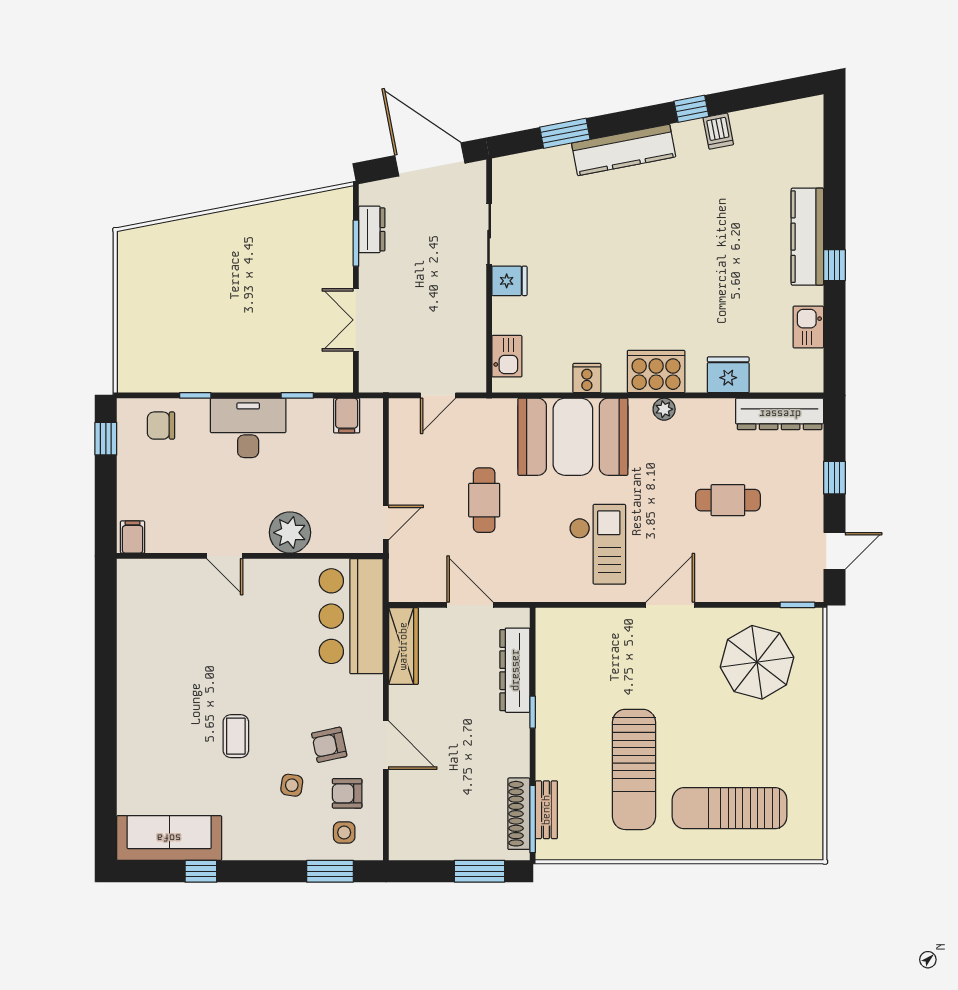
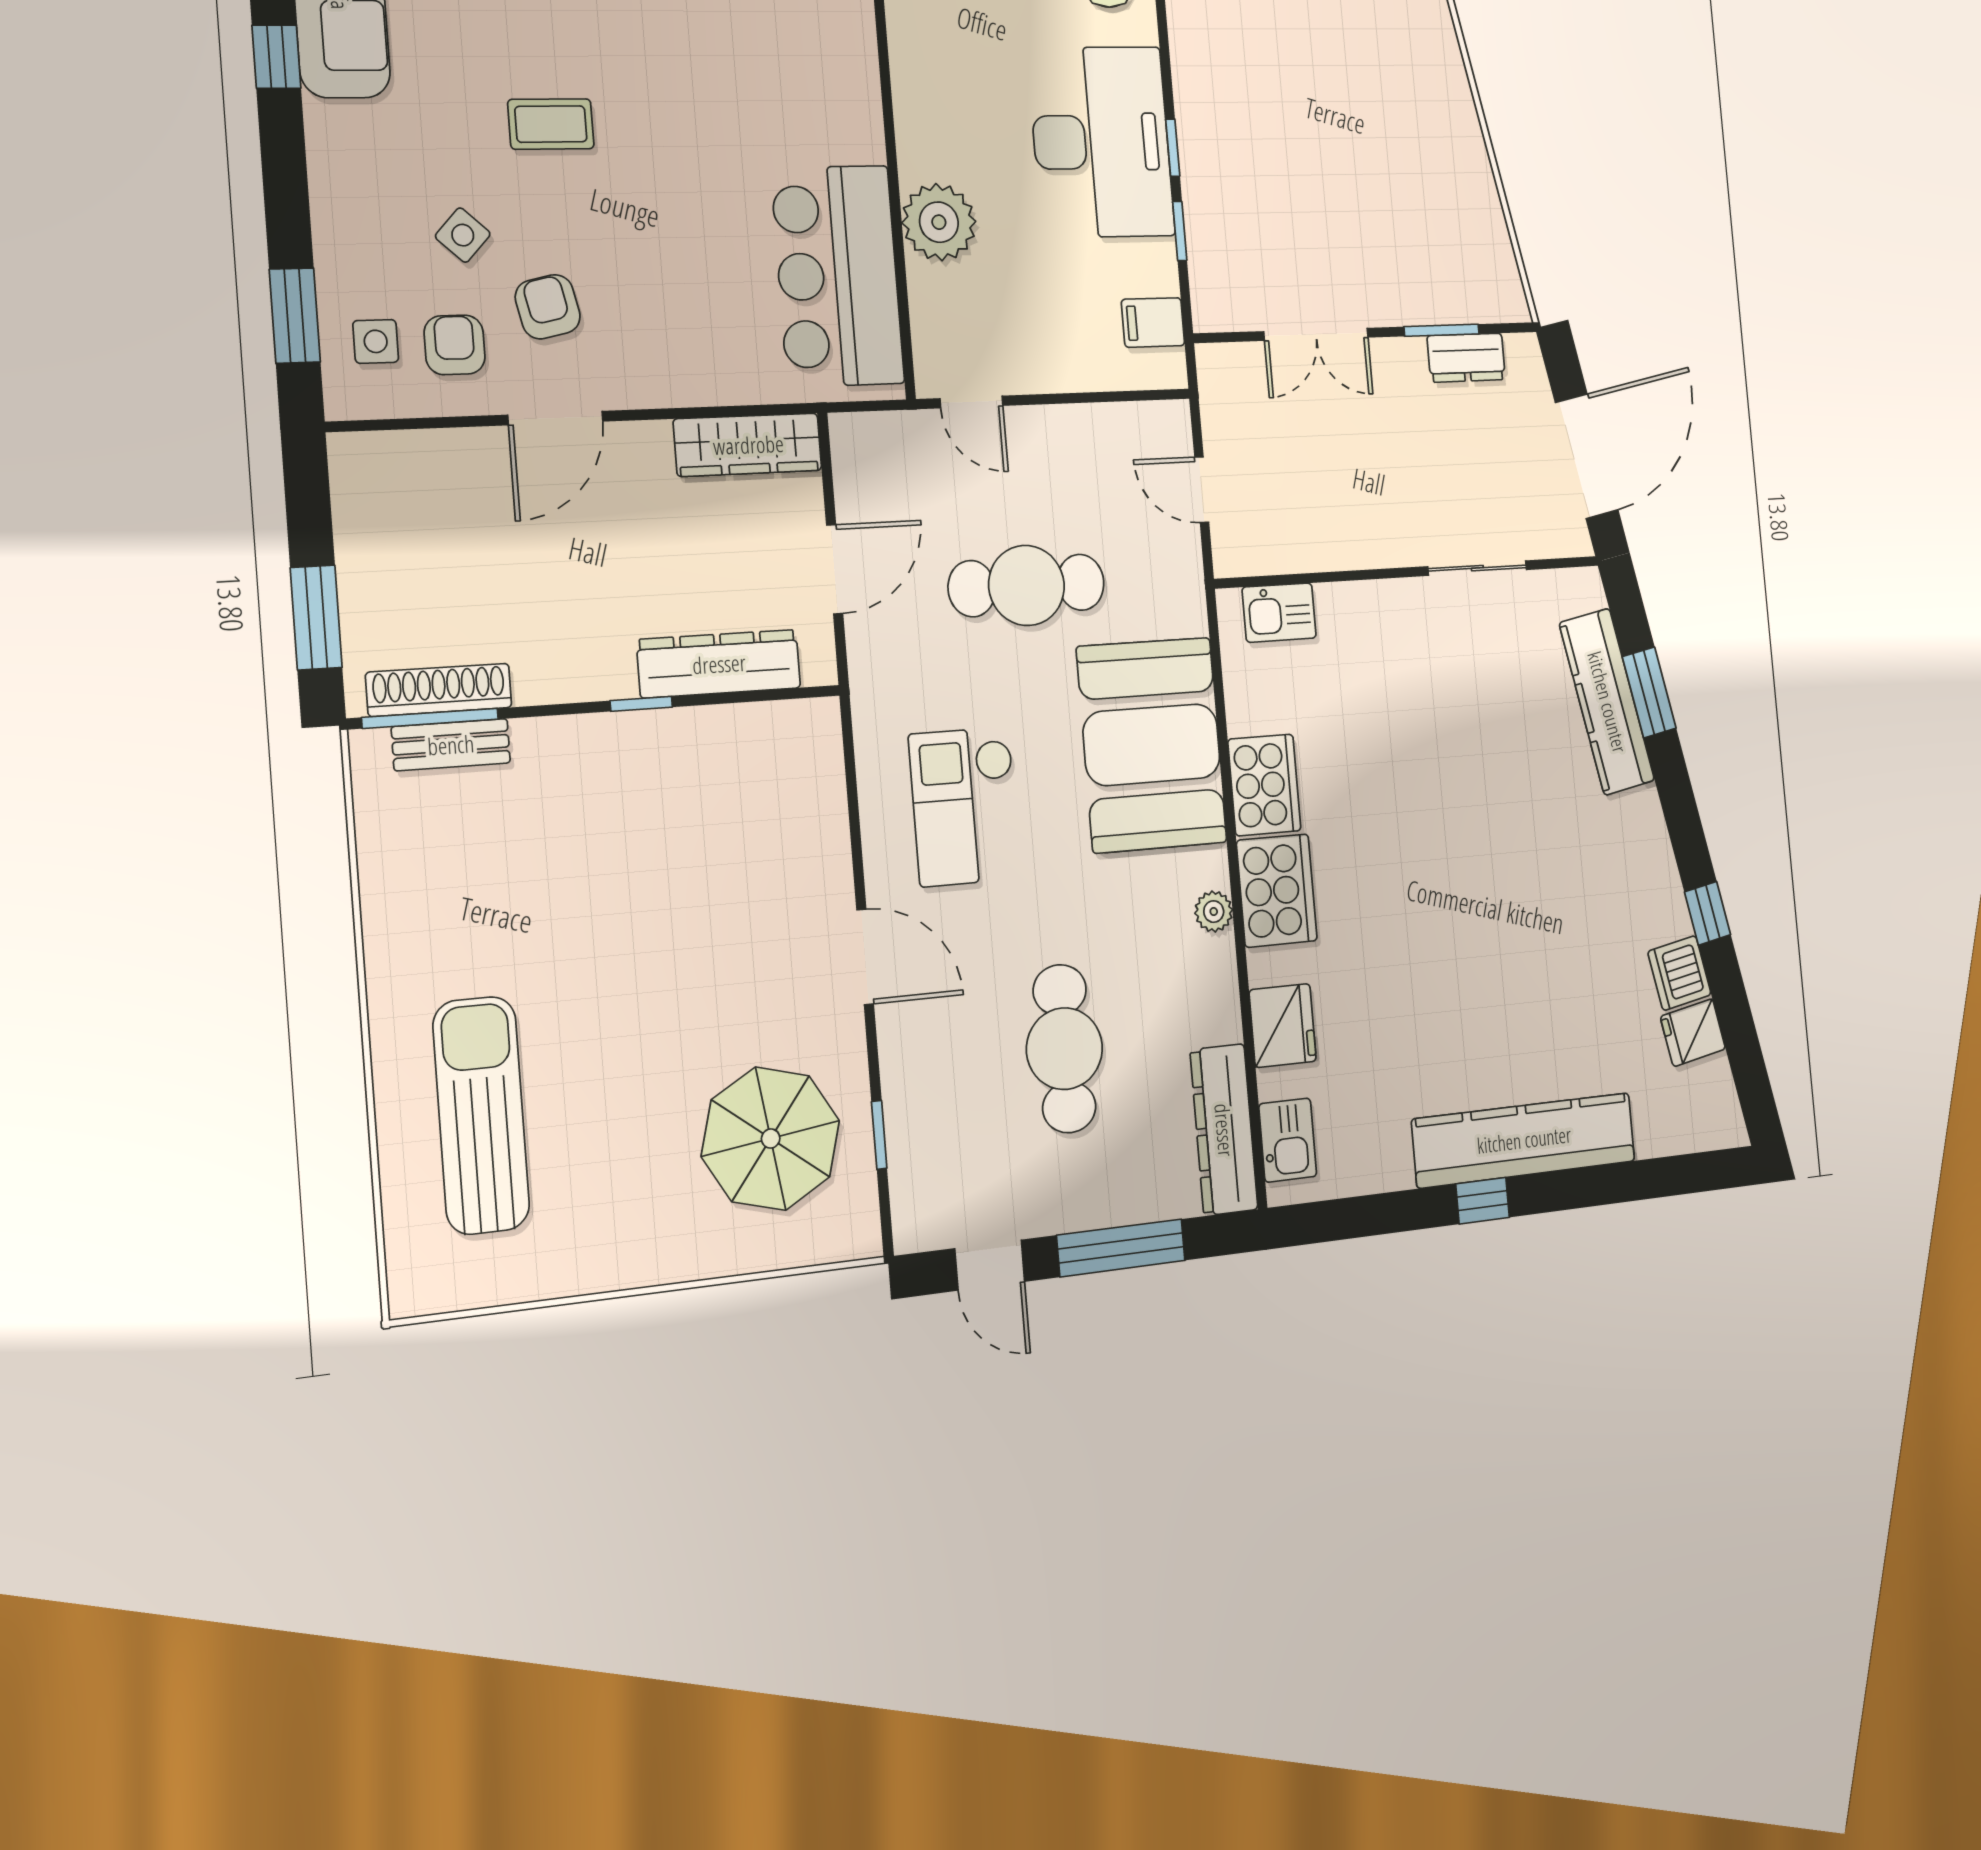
dishwasher: (718, 131) -> (1679, 973), width x1.38
kitchen counter: (624, 150) -> (1607, 702), moved
kitchen counter: (807, 237) -> (1524, 1140), width x1.39, depth x1.17
fridge: (509, 281) -> (1693, 1033), moved, turned 79
double door: (356, 320) -> (1316, 334), swing flipped
kitchen sink: (808, 327) -> (1288, 1140), moved, turned 90
cooker: (587, 378) -> (1264, 785), width x1.87, depth x1.31
window: (195, 395) -> (1173, 148), moved
desk: (248, 428) -> (1101, 142), width x1.36, depth x1.30
window: (834, 478) -> (1121, 1248), width x2.17
cafe table: (484, 500) -> (1026, 585), width x1.37, depth x1.35
cafe table: (728, 500) -> (1064, 1049), width x1.37, depth x1.35
checkout: (598, 544) -> (965, 807), turned 90
door: (225, 556) -> (887, 100), removed
window: (797, 605) -> (879, 1135), moved
bar counter: (351, 616) -> (838, 276), moved, turned -90
sun lounger: (634, 769) -> (544, 914), removed
side table: (292, 785) -> (463, 235), turned 35

